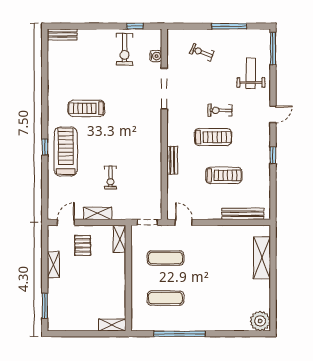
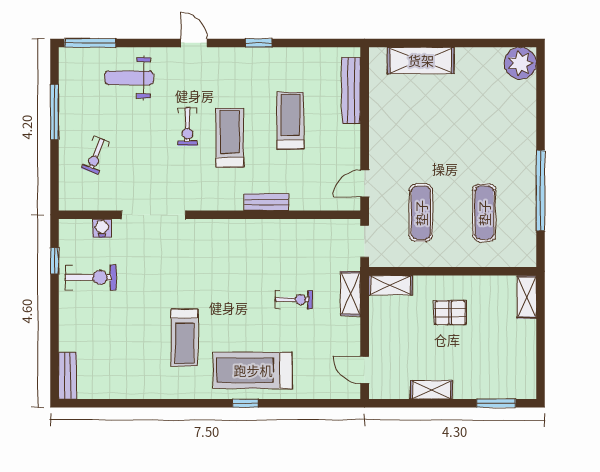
shelving: (98, 213) -> (350, 294), moved
pallet: (83, 245) -> (450, 313), moved

